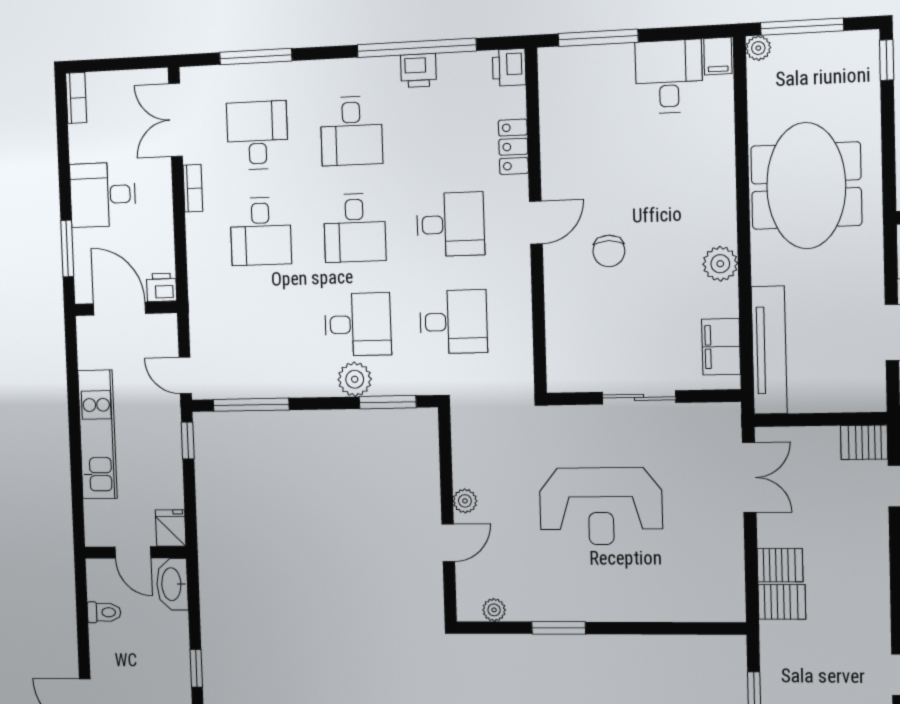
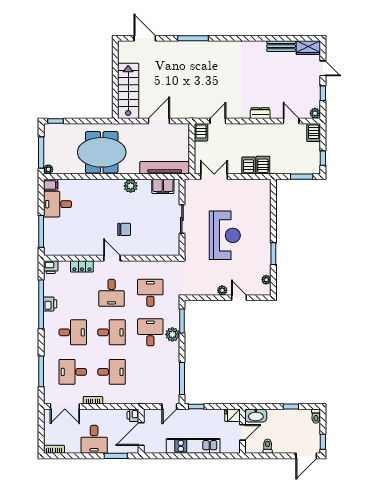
desk: (450, 224) -> (112, 293), turned 180

